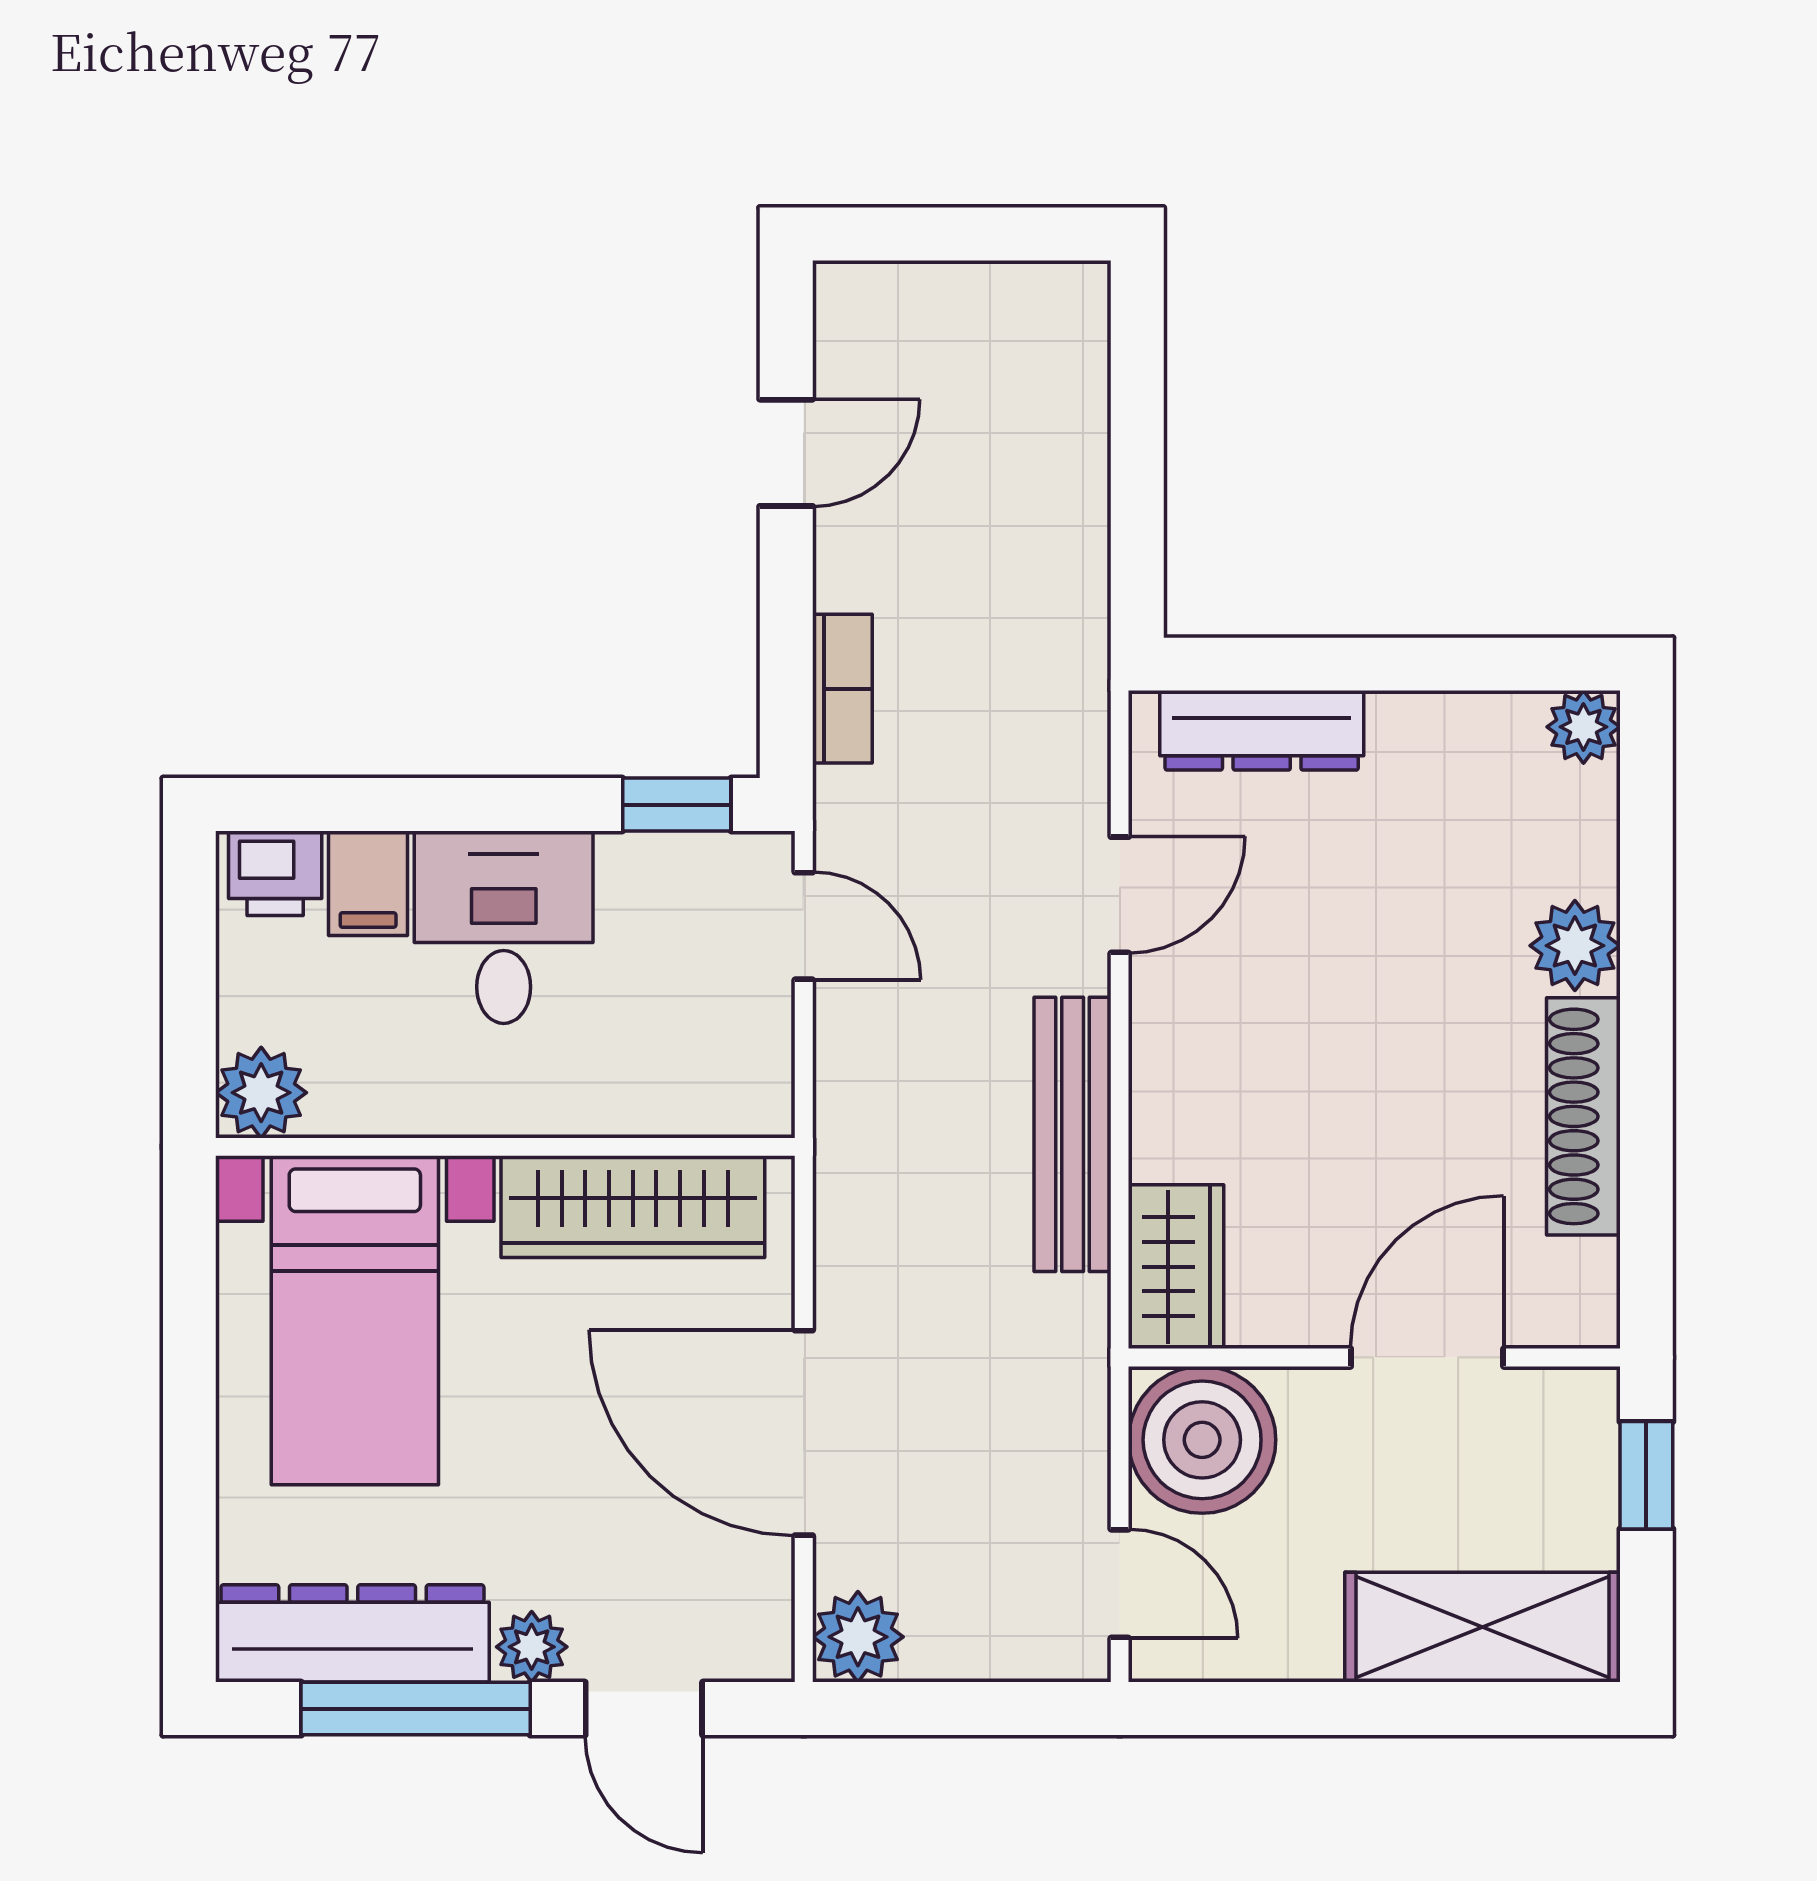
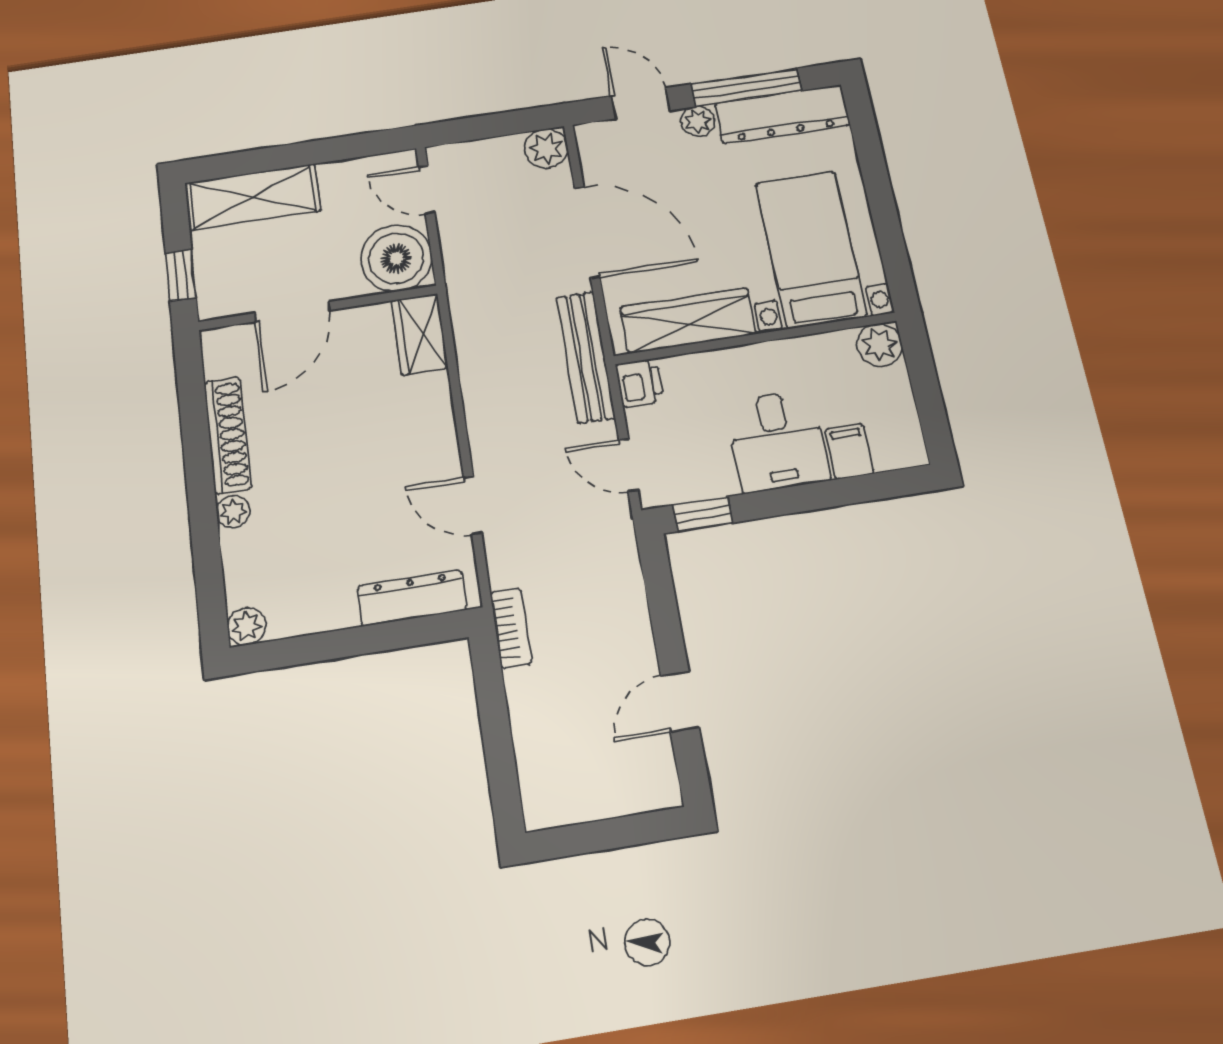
bookcase: (842, 689) -> (511, 628), moved, turned 180
printer: (275, 873) -> (640, 383), moved, turned 90
door: (1120, 895) -> (473, 505), hinge flipped
plant: (1575, 946) -> (233, 511), width x0.73, depth x0.73
bench: (1073, 1134) -> (586, 357), moved

